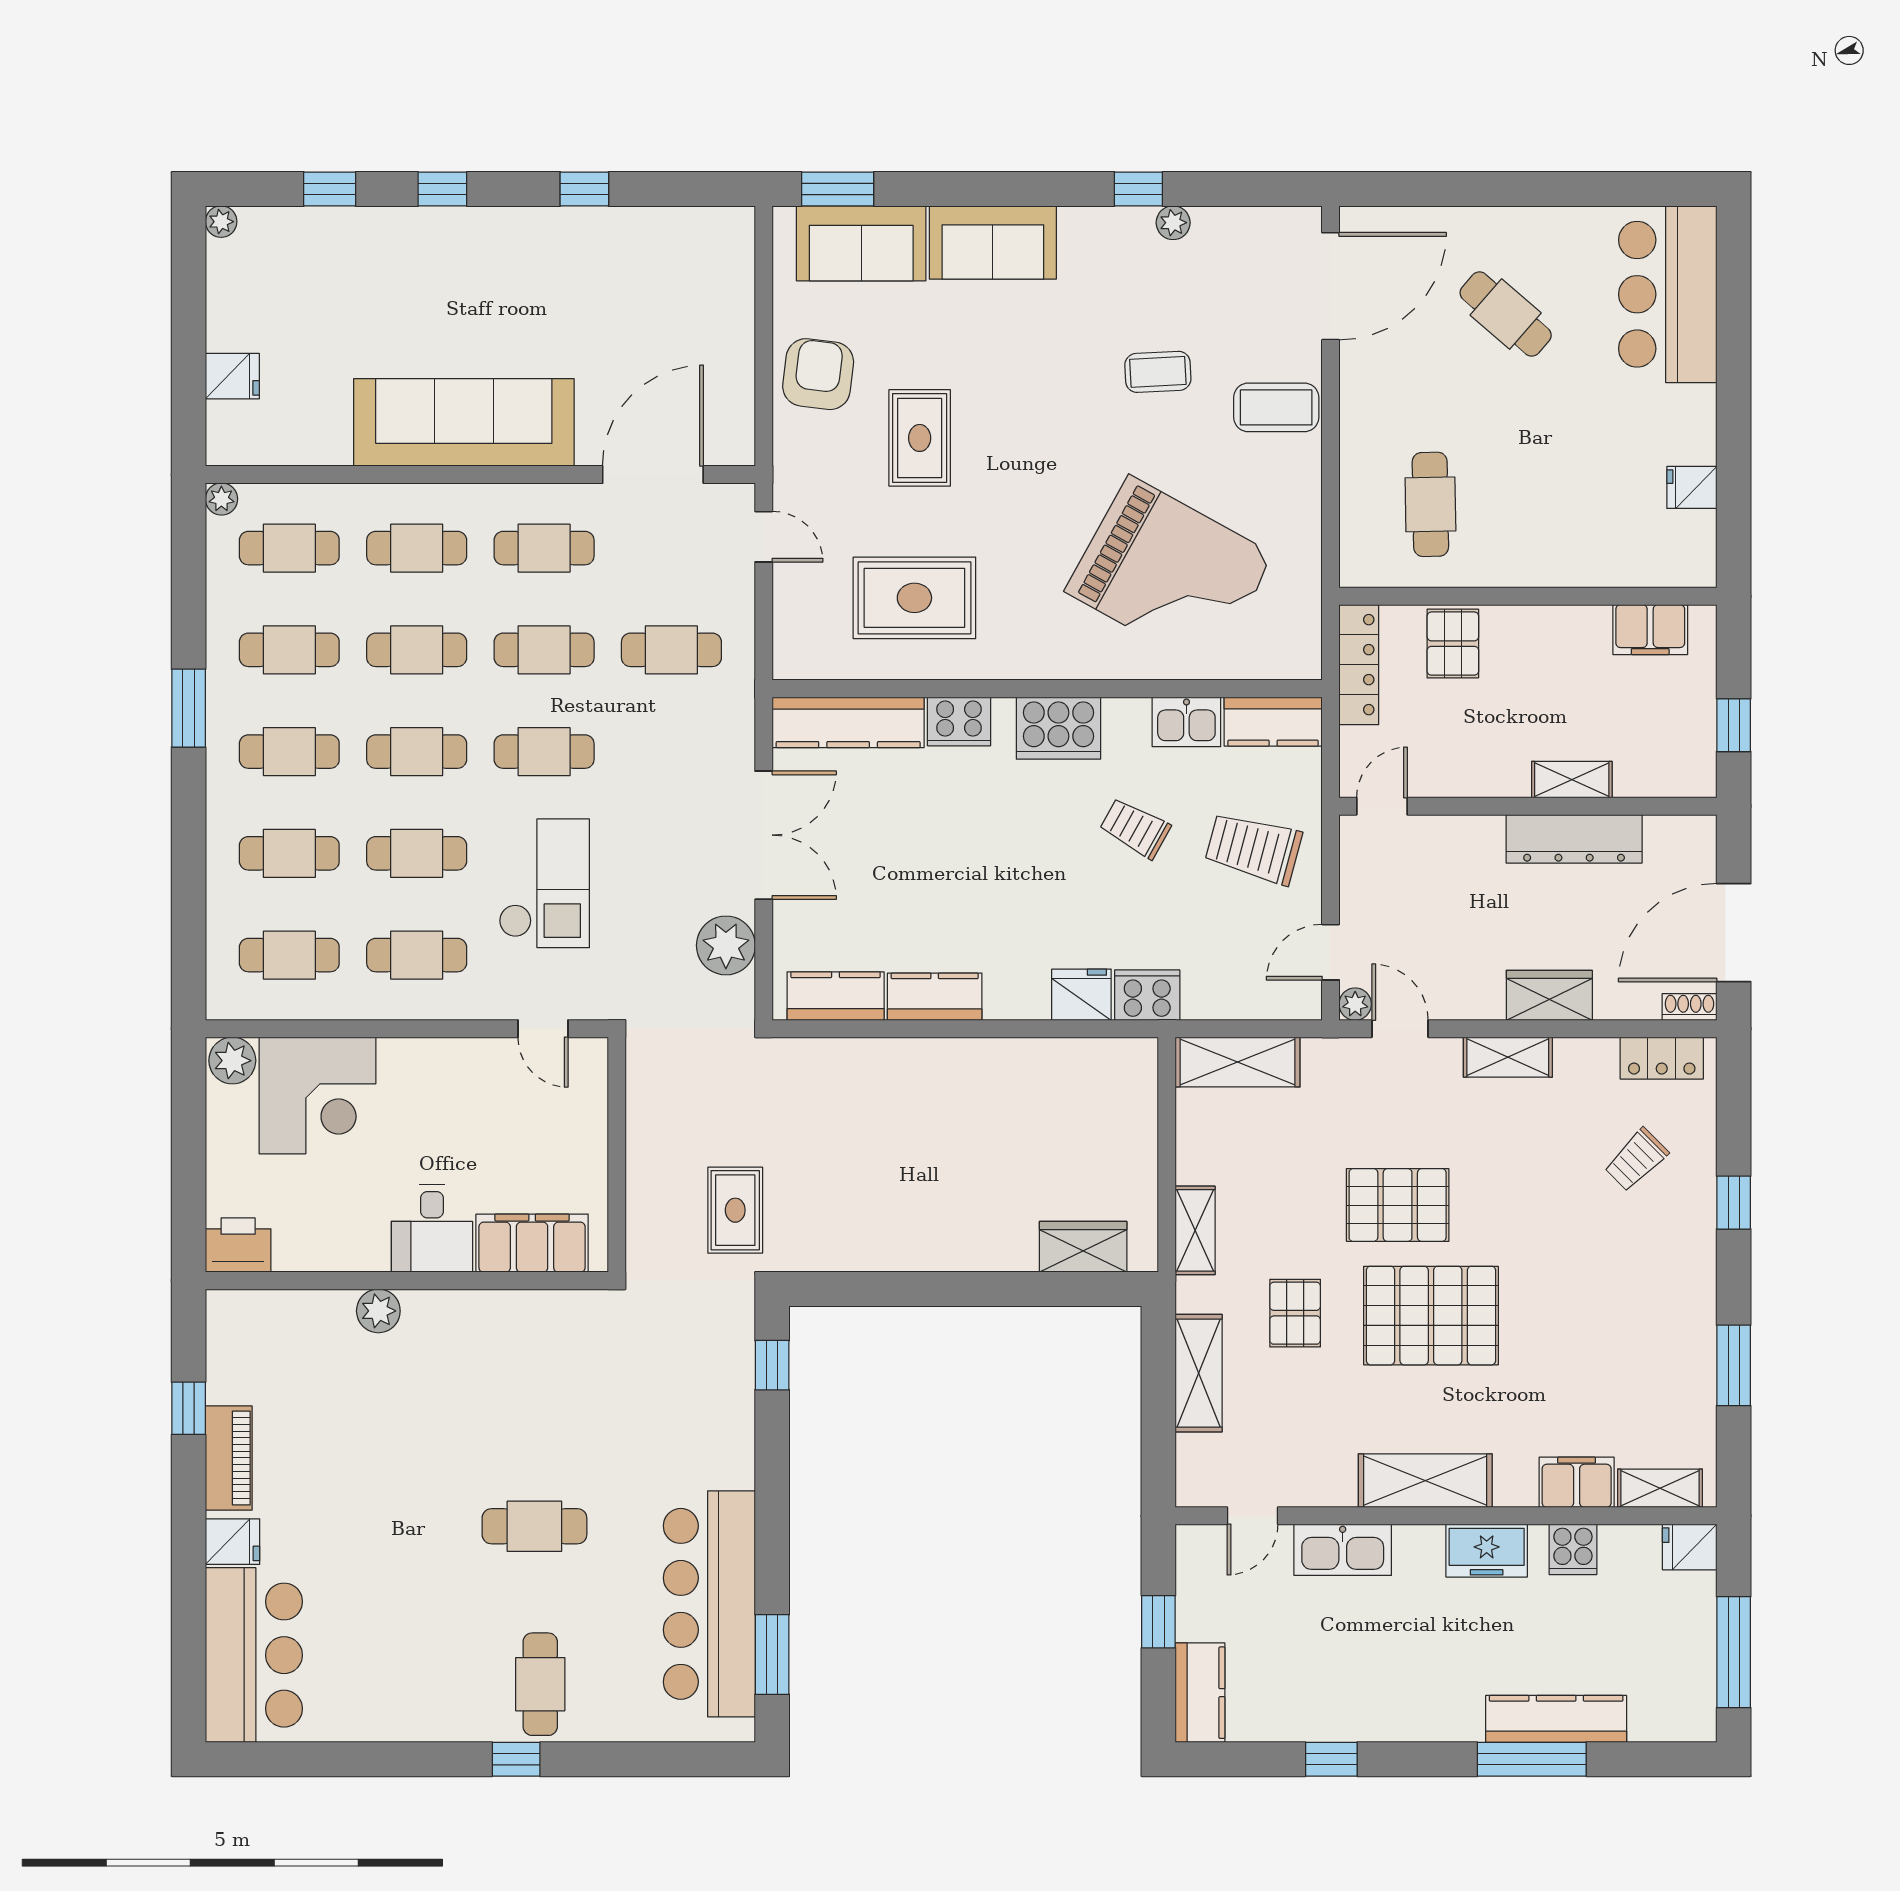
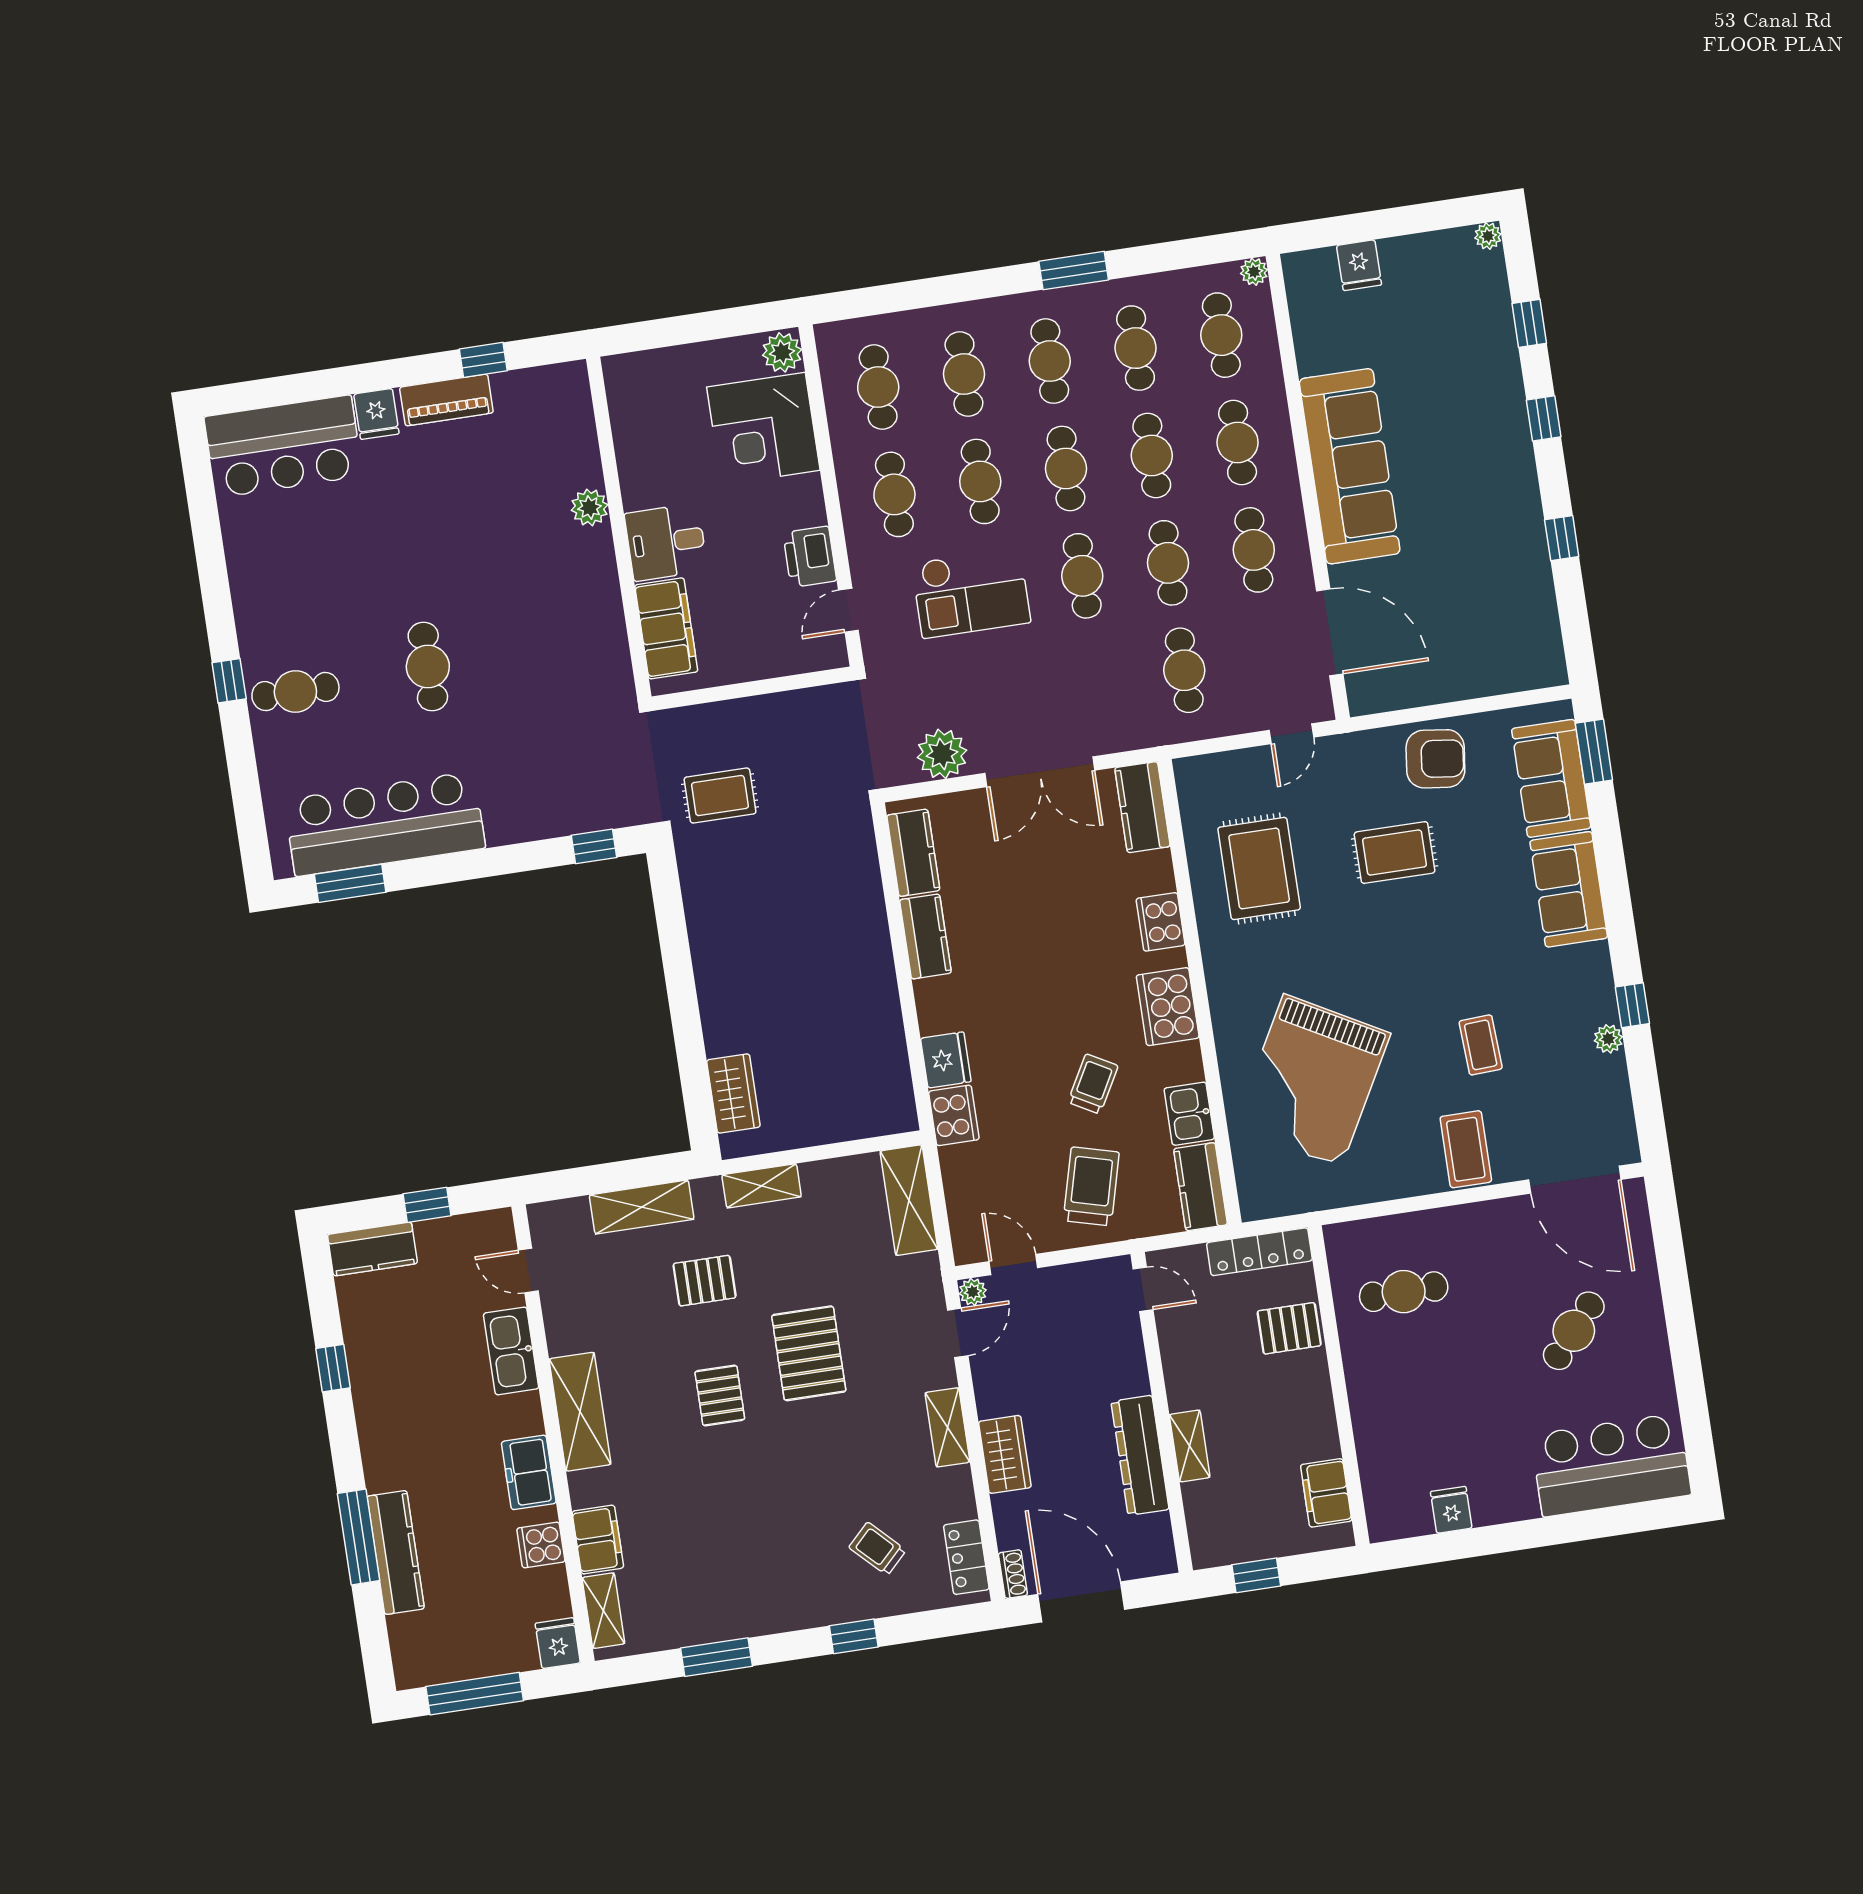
kitchen counter: (848, 722) -> (1142, 807), width x0.67
printer: (238, 1245) -> (810, 557), moved, turned 180
pallet: (1431, 1316) -> (720, 1396), width x0.49, depth x0.50

